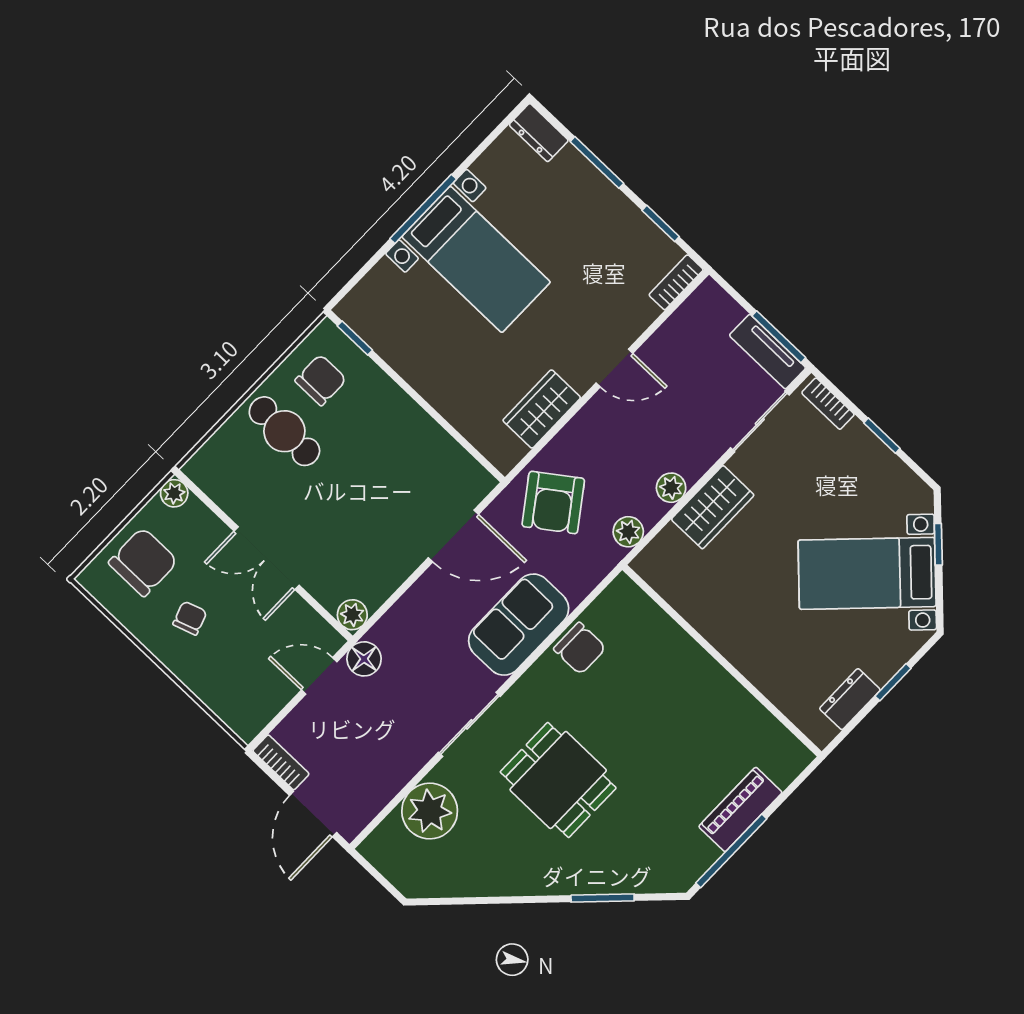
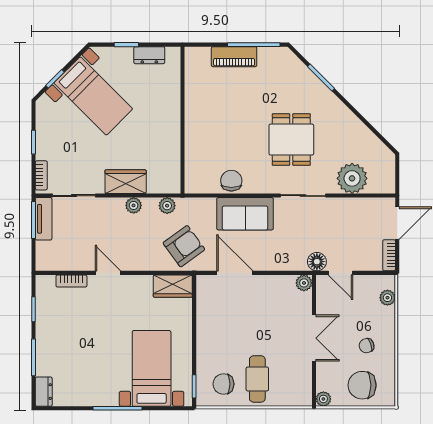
bed with nightstands: (476, 259) -> (152, 368), moved
bookcase: (676, 282) -> (71, 281), moved
wardrobe: (542, 409) -> (173, 286), moved
plant: (227, 707) -> (387, 298), added

